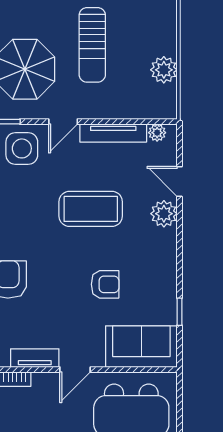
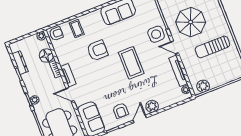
plant: (164, 70) -> (203, 86), moved
door: (180, 182) -> (140, 119), moved
coffee table: (91, 209) -> (131, 63), moved
armchair: (105, 284) -> (121, 111), moved

